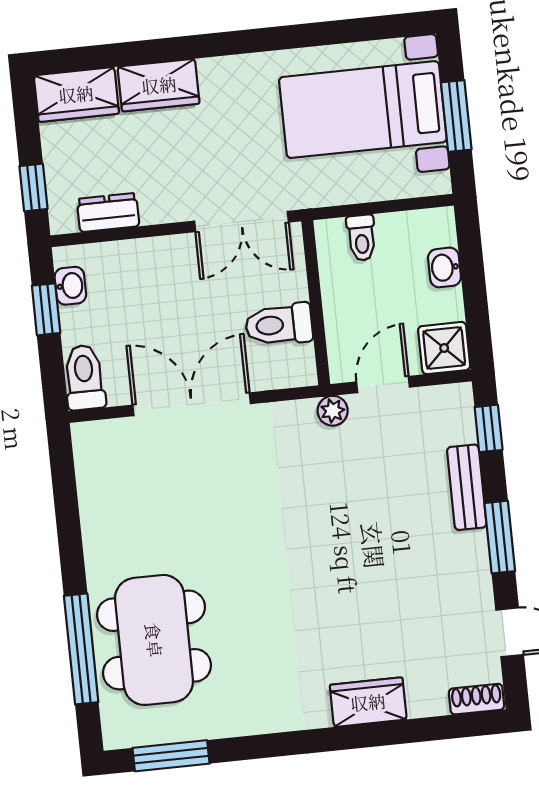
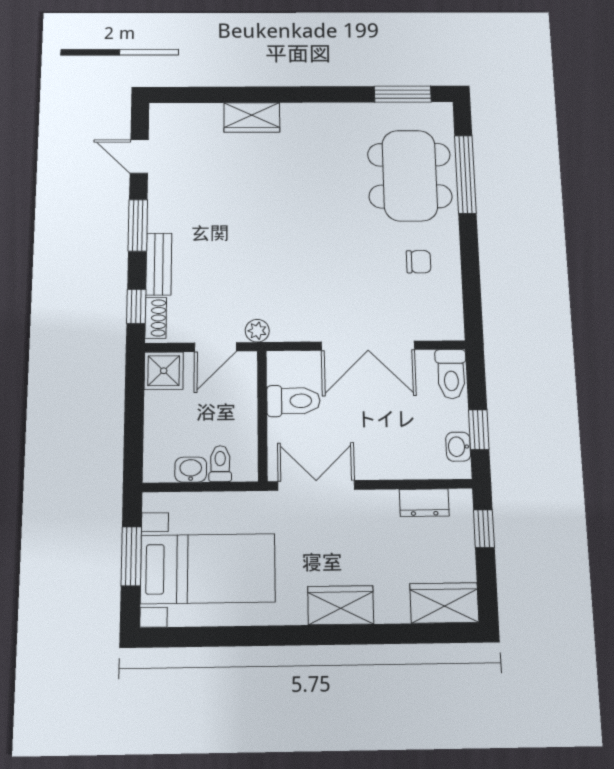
wardrobe: (159, 85) -> (341, 605), moved
washbasin: (444, 267) -> (191, 470), moved, turned -90
chair: (135, 522) -> (419, 262), added
shoe rack: (477, 699) -> (156, 318), moved, turned -90

